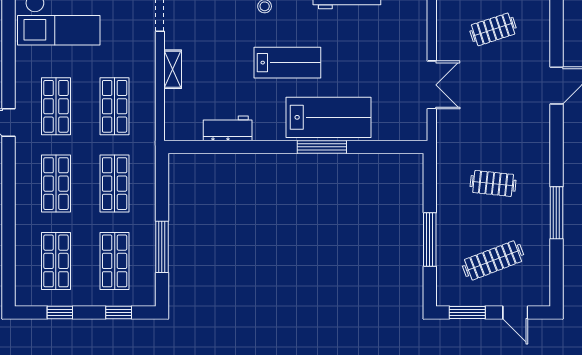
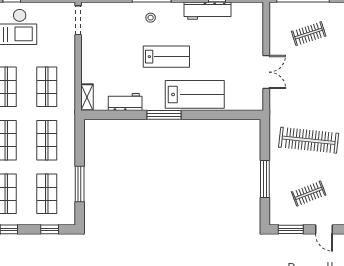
shelving: (173, 69) -> (87, 97), moved
window: (322, 147) -> (164, 115), moved
clothes rail: (493, 183) -> (309, 140), width x1.86, depth x1.31
clothes rail: (493, 260) -> (309, 193), width x0.73

